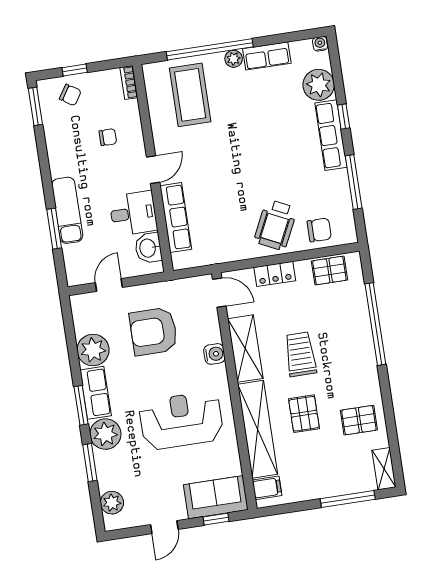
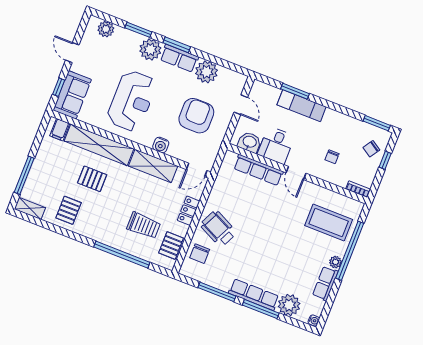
window: (344, 116) -> (261, 309), width x2.17
trolley: (300, 354) -> (144, 225), moved

